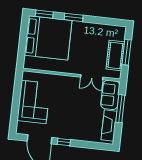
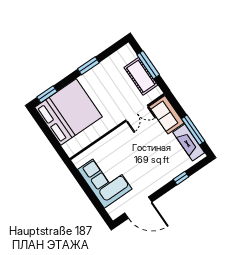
window: (74, 17) -> (88, 66), moved
window: (120, 109) -> (193, 130), moved
window: (64, 142) -> (181, 178), moved

